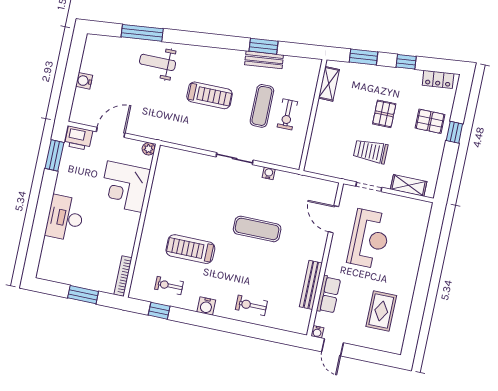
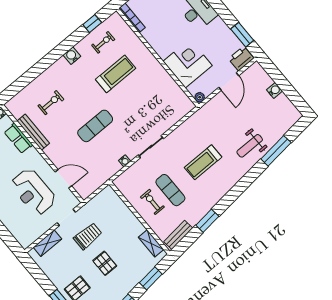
bench: (264, 60) -> (178, 235), moved
weight bench: (158, 62) -> (250, 146), turned 180
exercise bike: (251, 305) -> (51, 103), moved

